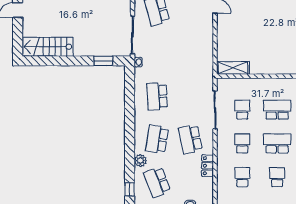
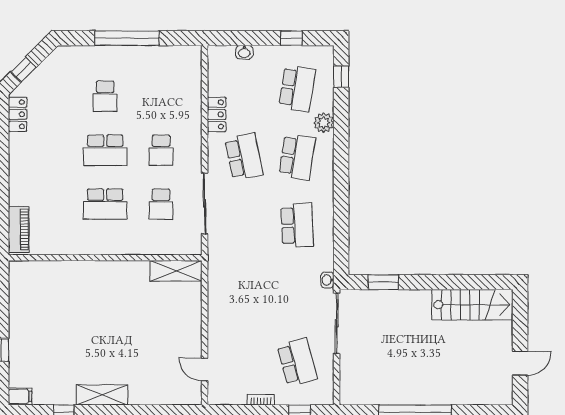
school desk: (242, 177) -> (161, 96), removed
school desk: (157, 182) -> (297, 88), turned 30

